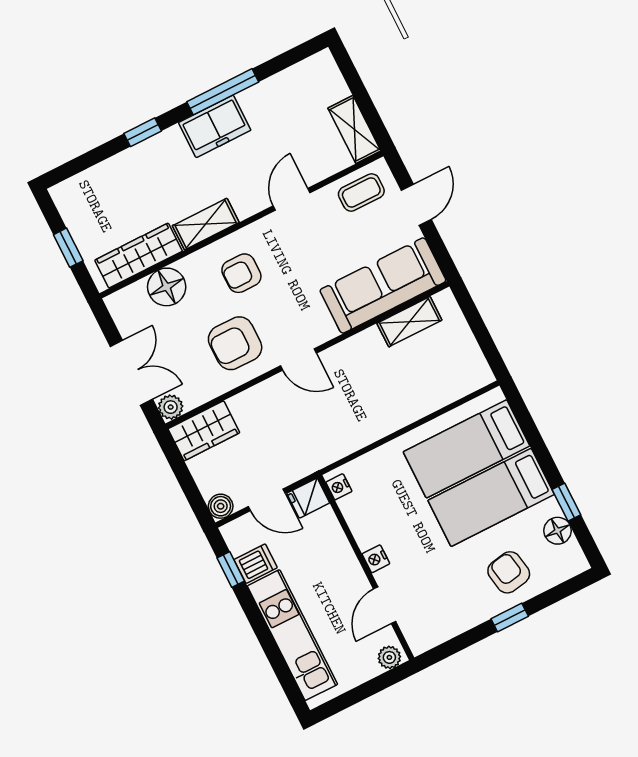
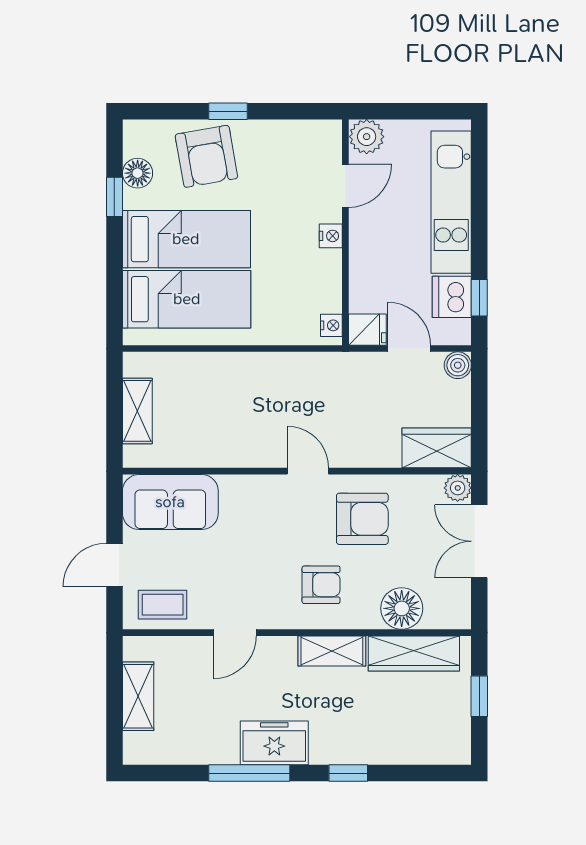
shelving: (354, 129) -> (138, 696), moved
sofa: (383, 286) -> (170, 502), width x0.73
shelving: (409, 322) -> (137, 411), moved, turned 90
dishwasher: (256, 564) -> (452, 297), width x1.38
armchair: (509, 572) -> (206, 156), width x1.38, depth x1.38
plant: (389, 657) -> (367, 137), width x1.38, depth x1.38

